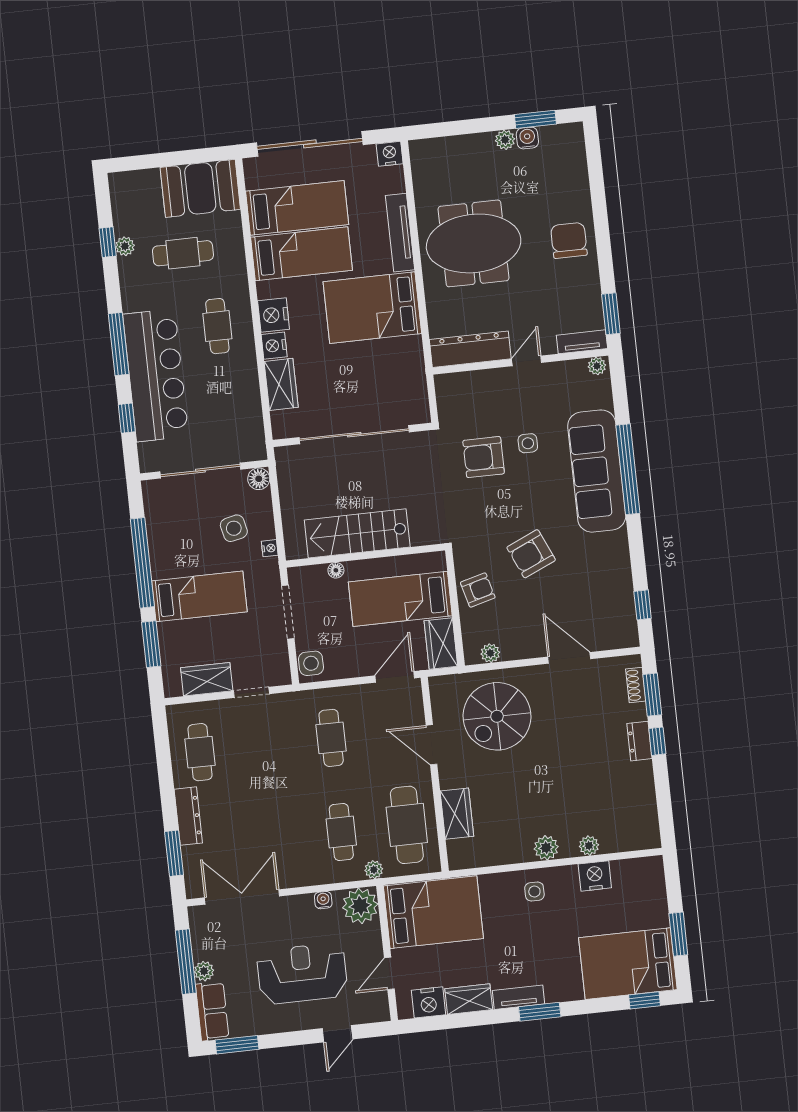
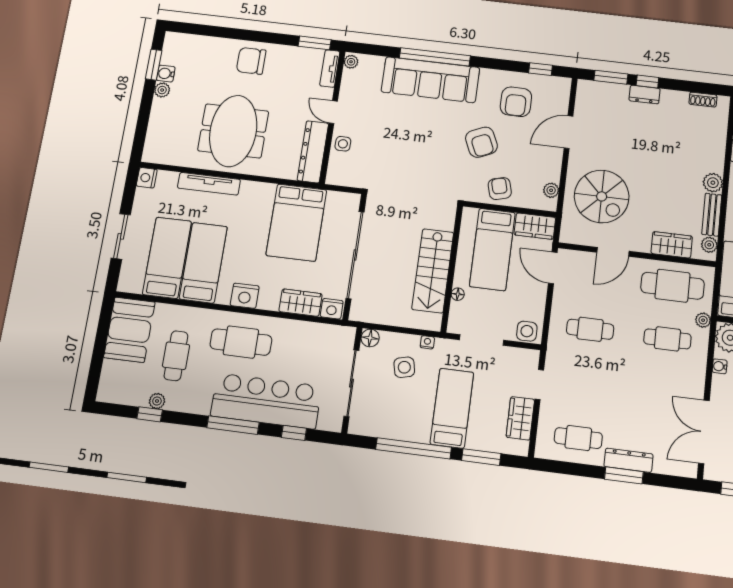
sliding door: (310, 144) -> (121, 236), width x0.54
bed: (372, 308) -> (296, 223), moved
cafe table: (217, 326) -> (241, 342), width x1.37, depth x1.35
nightstand: (274, 346) -> (332, 309), moved
side table: (528, 443) -> (343, 144), moved
armchair: (484, 457) -> (516, 102), moved
shoe rack: (636, 685) -> (703, 100), moved
plant: (589, 846) -> (709, 245), moved
window: (174, 853) -> (624, 475), moved
bench: (506, 854) -> (712, 215), added

